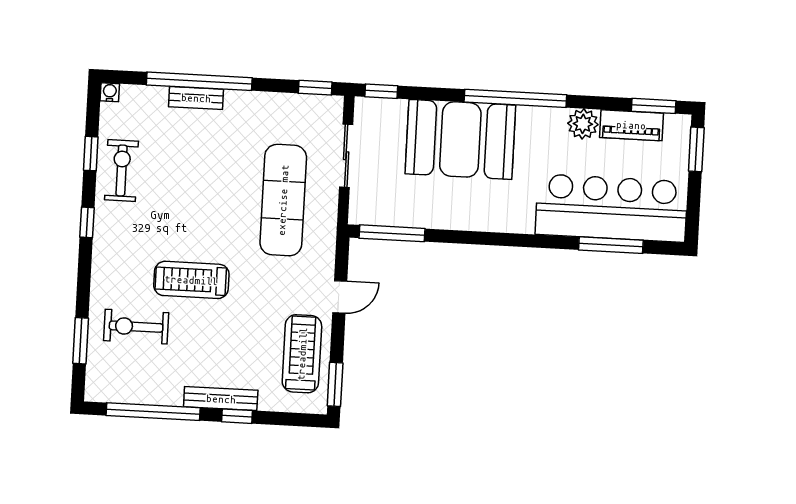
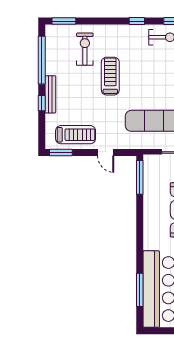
window: (81, 341) -> (64, 21), moved

